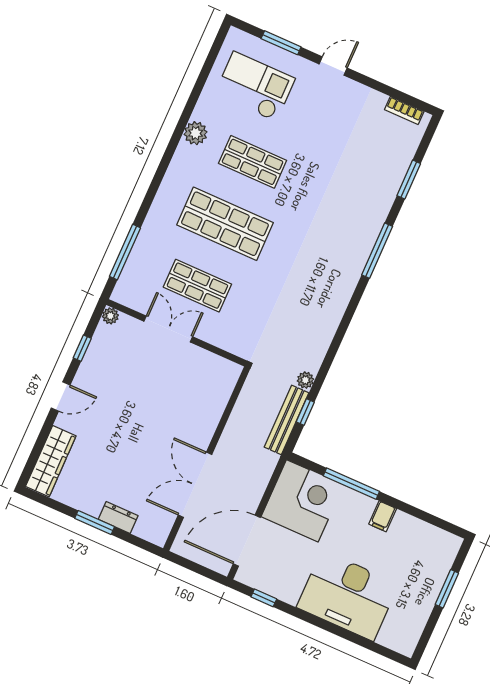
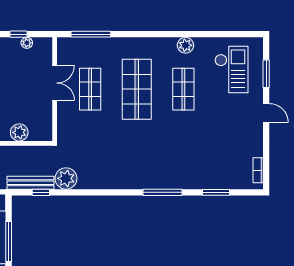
plant: (110, 316) -> (27, 43), moved
plant: (305, 380) -> (66, 178), width x1.88, depth x1.88
plant: (213, 405) -> (19, 132), added

